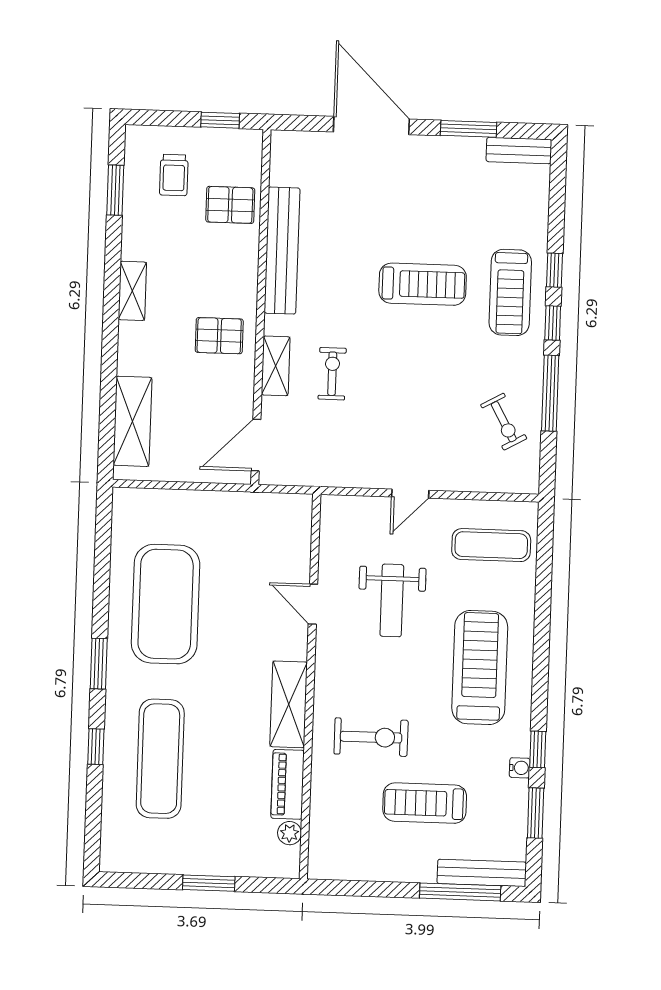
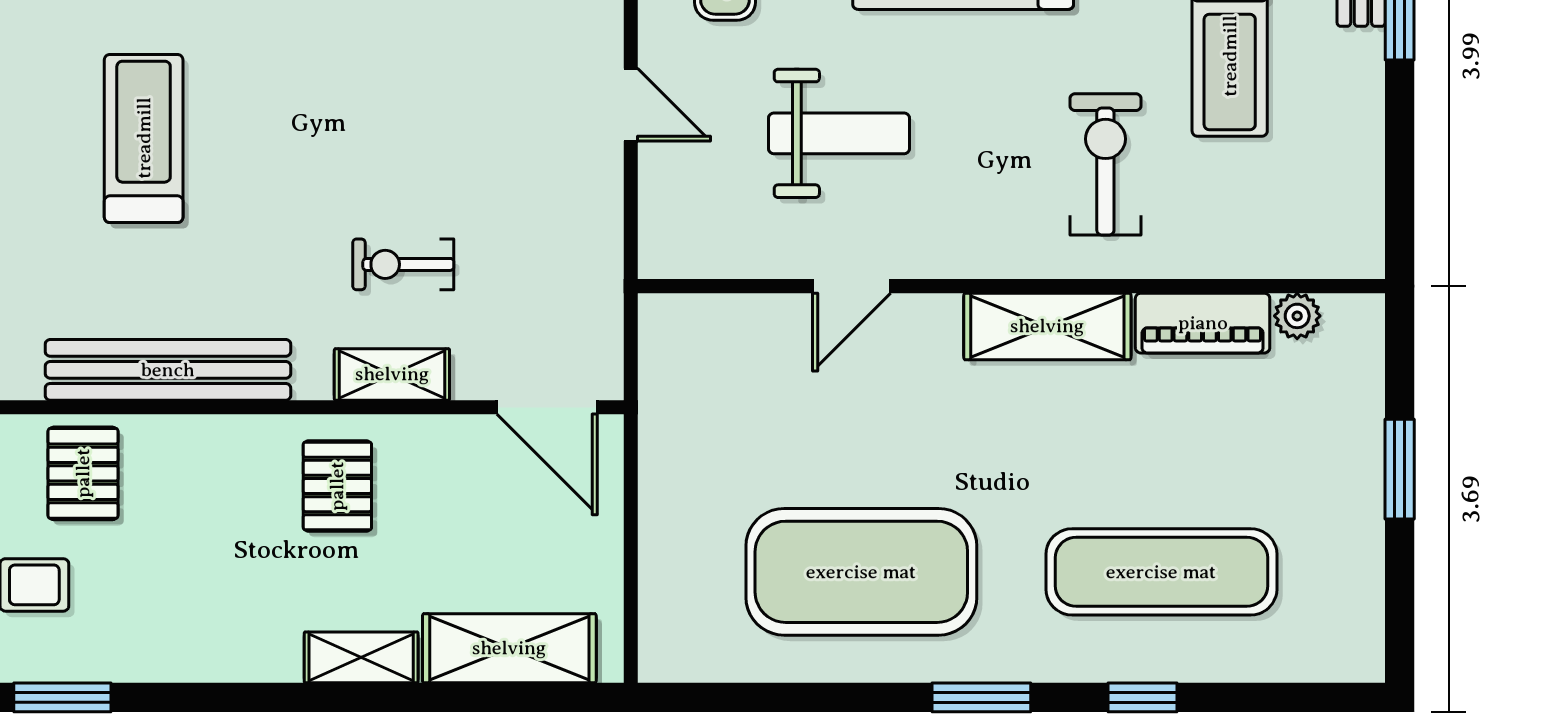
treadmill: (423, 284) -> (144, 138), moved
shelving: (132, 291) -> (361, 657), moved

